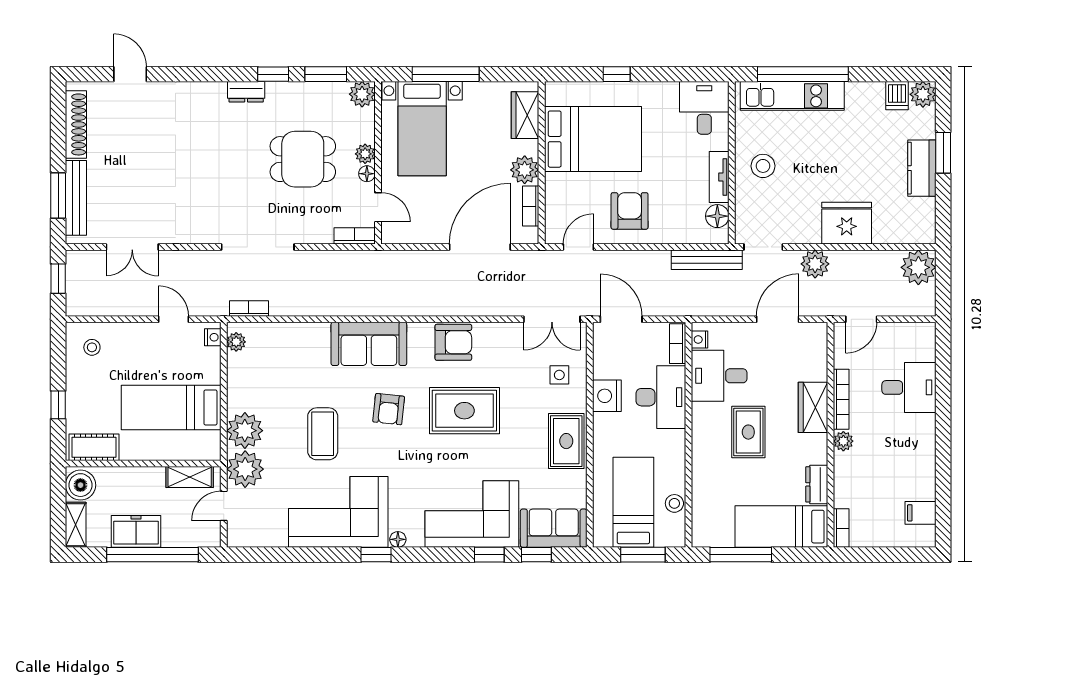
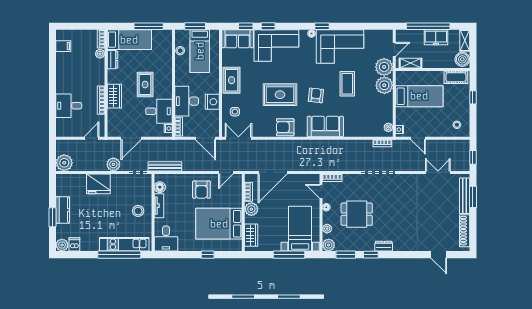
plant: (365, 154) -> (327, 229), moved
plant: (843, 441) -> (100, 54), moved

